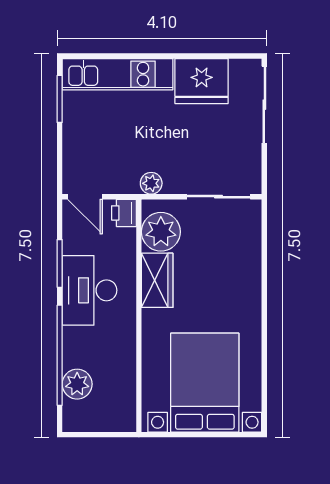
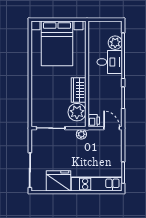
desk: (90, 290) -> (110, 62), moved, width x0.73

